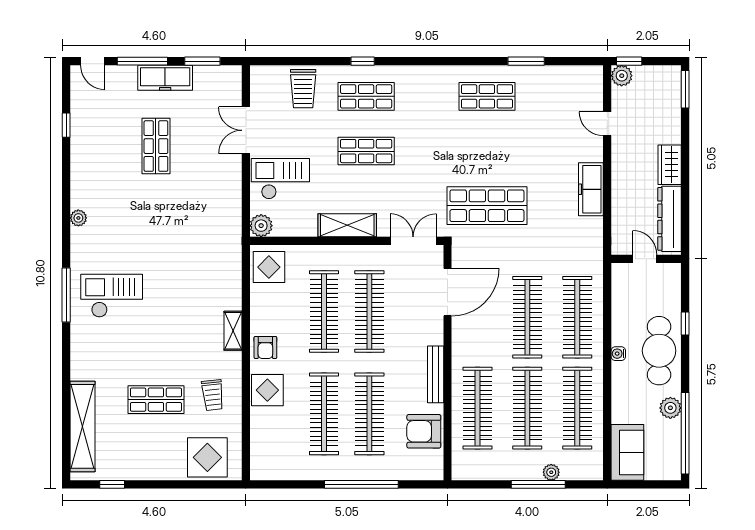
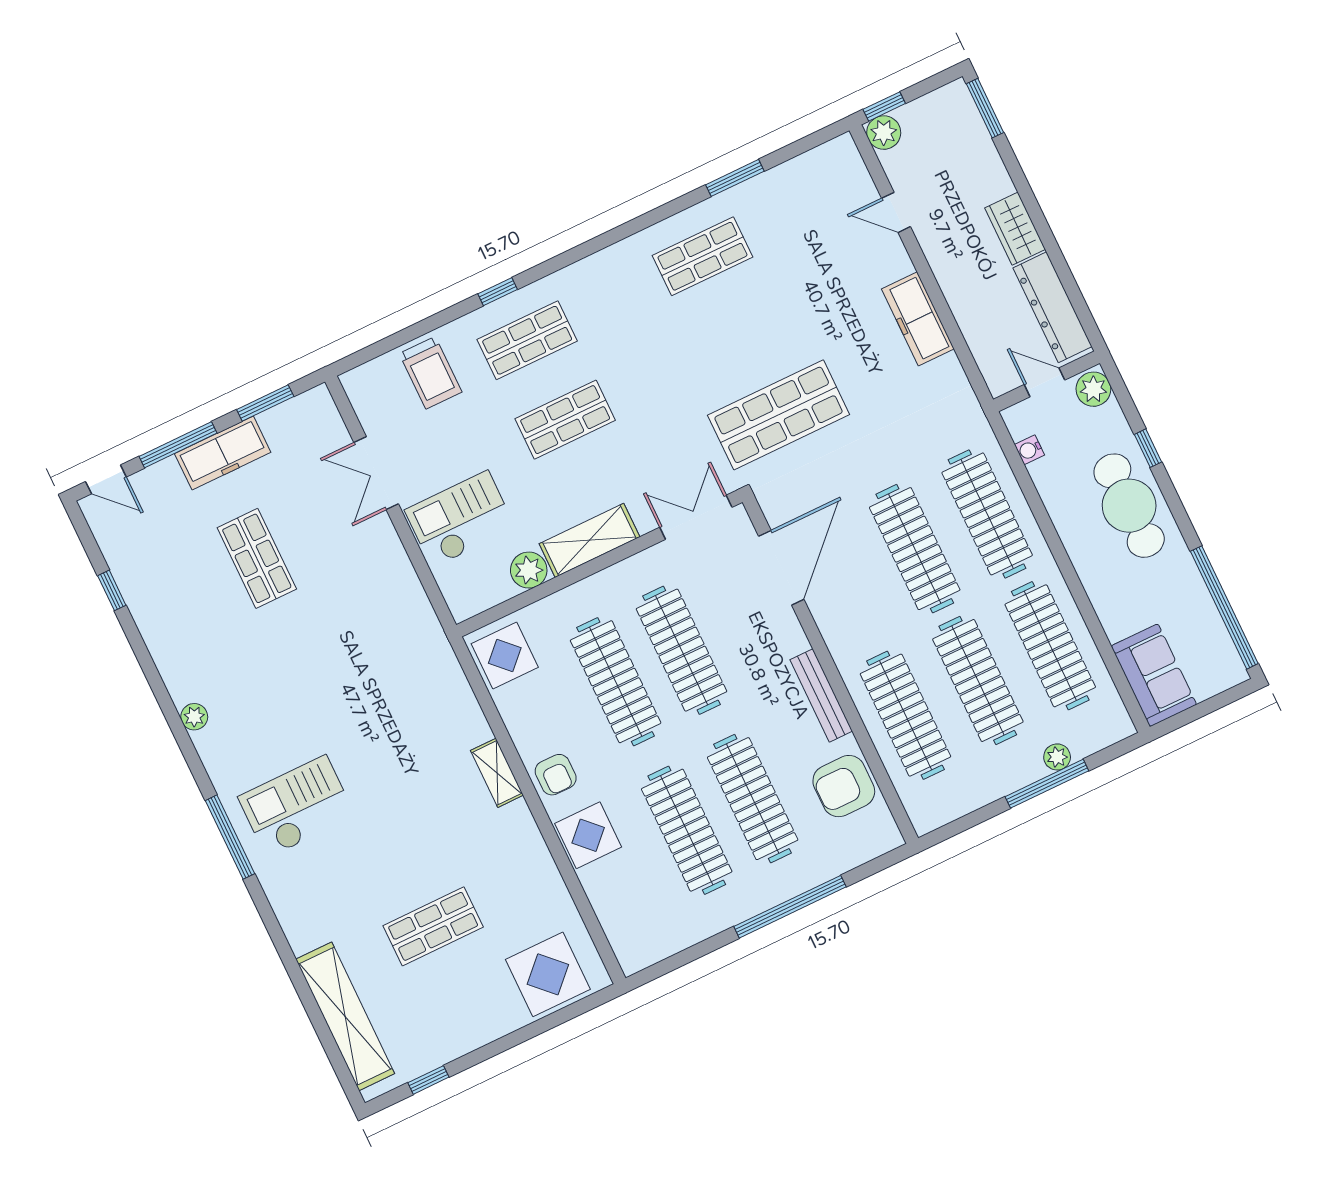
plant: (261, 226) -> (529, 570), moved
water cooler: (618, 354) -> (1030, 450), moved
trolley: (213, 395) -> (512, 880), removed
plant: (670, 408) -> (1093, 389), moved

